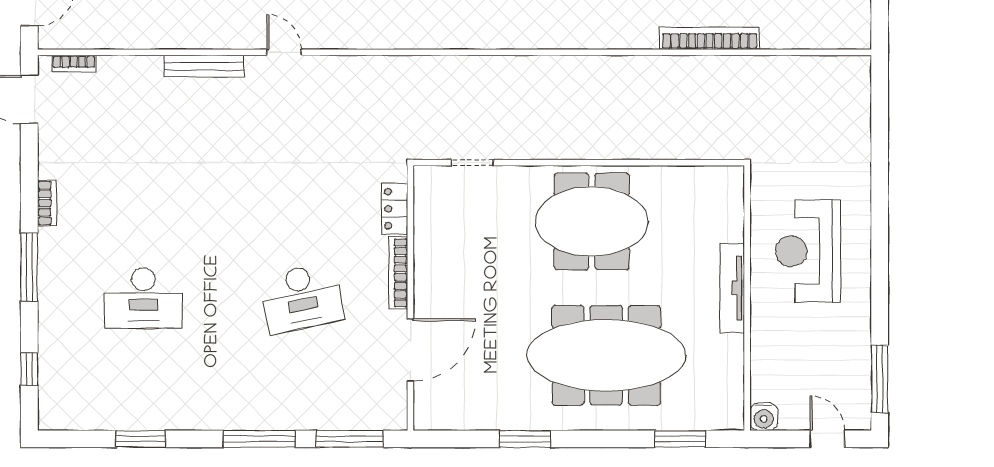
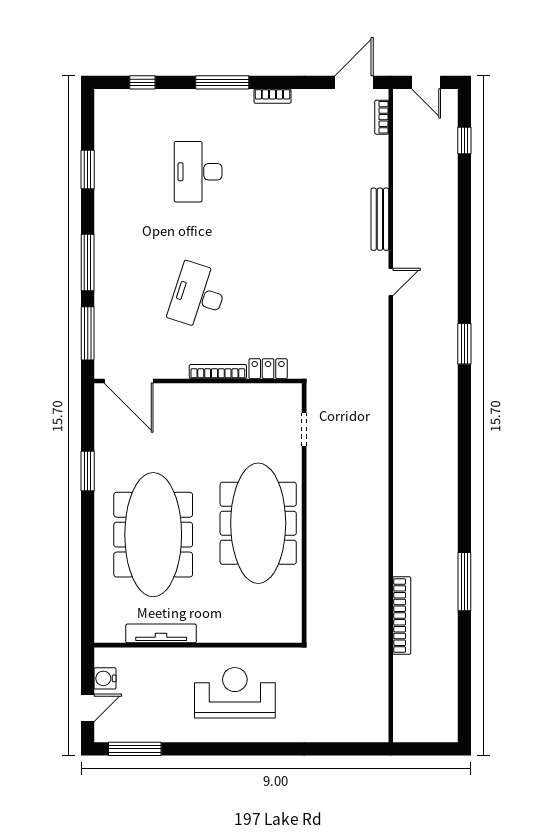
meeting table: (592, 221) -> (258, 523), width x1.36
tv unit: (732, 288) -> (161, 633), moved
desk: (302, 298) -> (198, 296), turned 30
door: (410, 350) -> (129, 381), moved
water cooler: (764, 417) -> (105, 678), moved
window: (680, 439) -> (88, 593), removed

